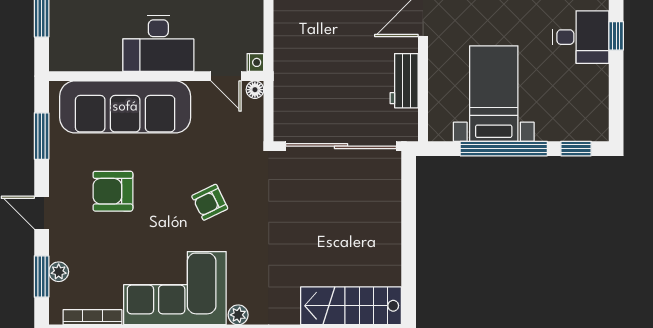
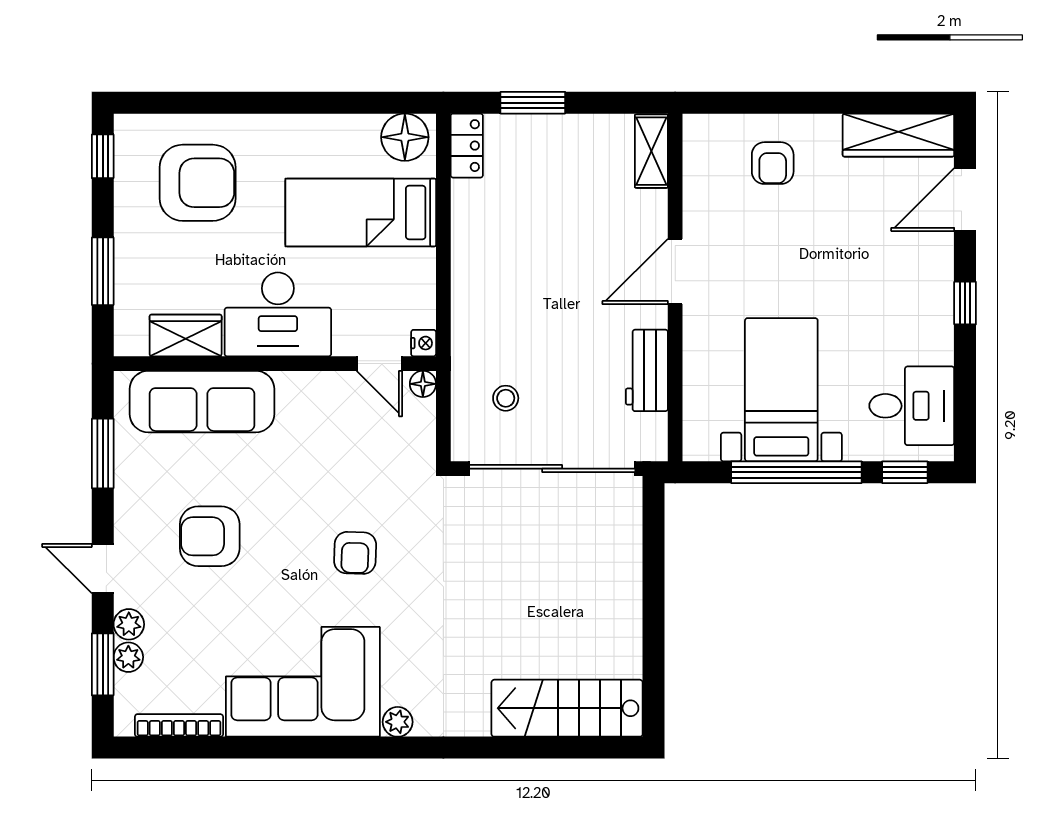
desk: (581, 37) -> (912, 406), moved
wardrobe: (97, 57) -> (186, 335), added
stool: (310, 99) -> (506, 398), added
sofa: (125, 107) -> (202, 402), width x0.74, depth x0.79
armchair: (210, 202) -> (355, 553), turned -62
plant: (59, 250) -> (129, 624), added

